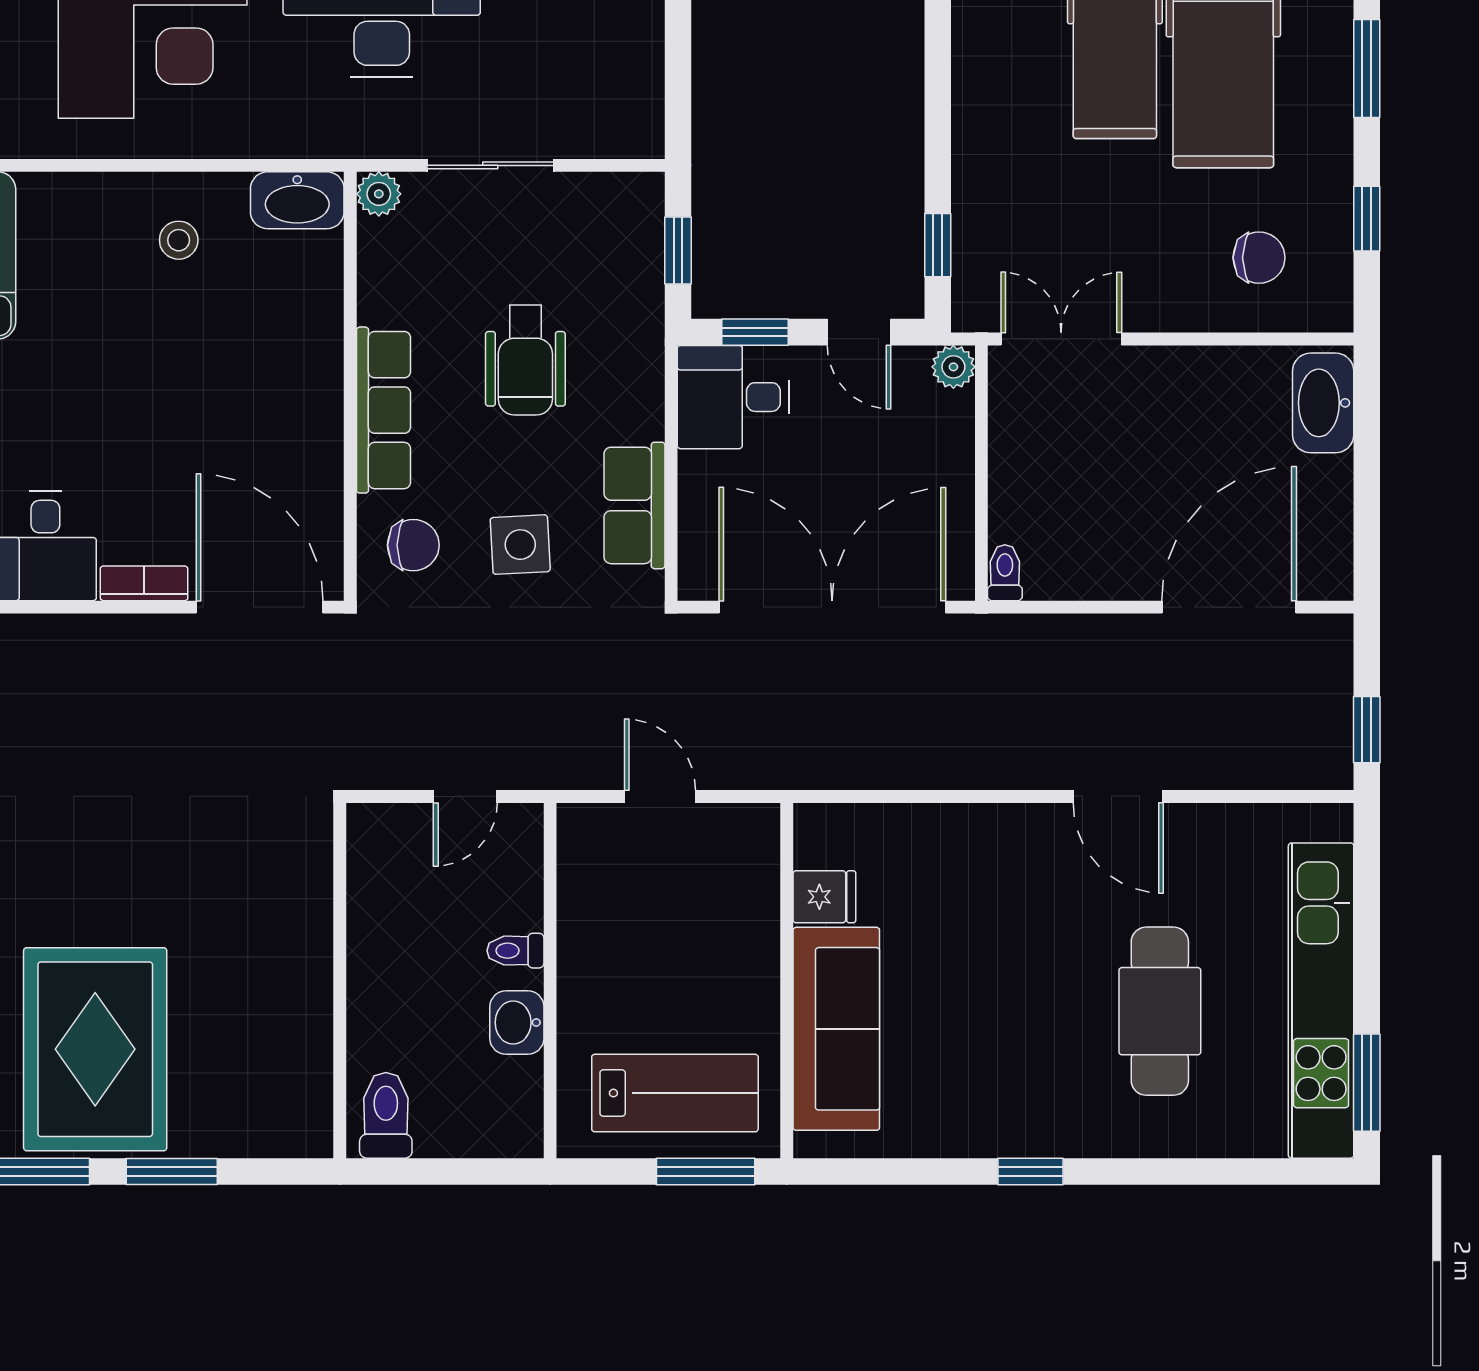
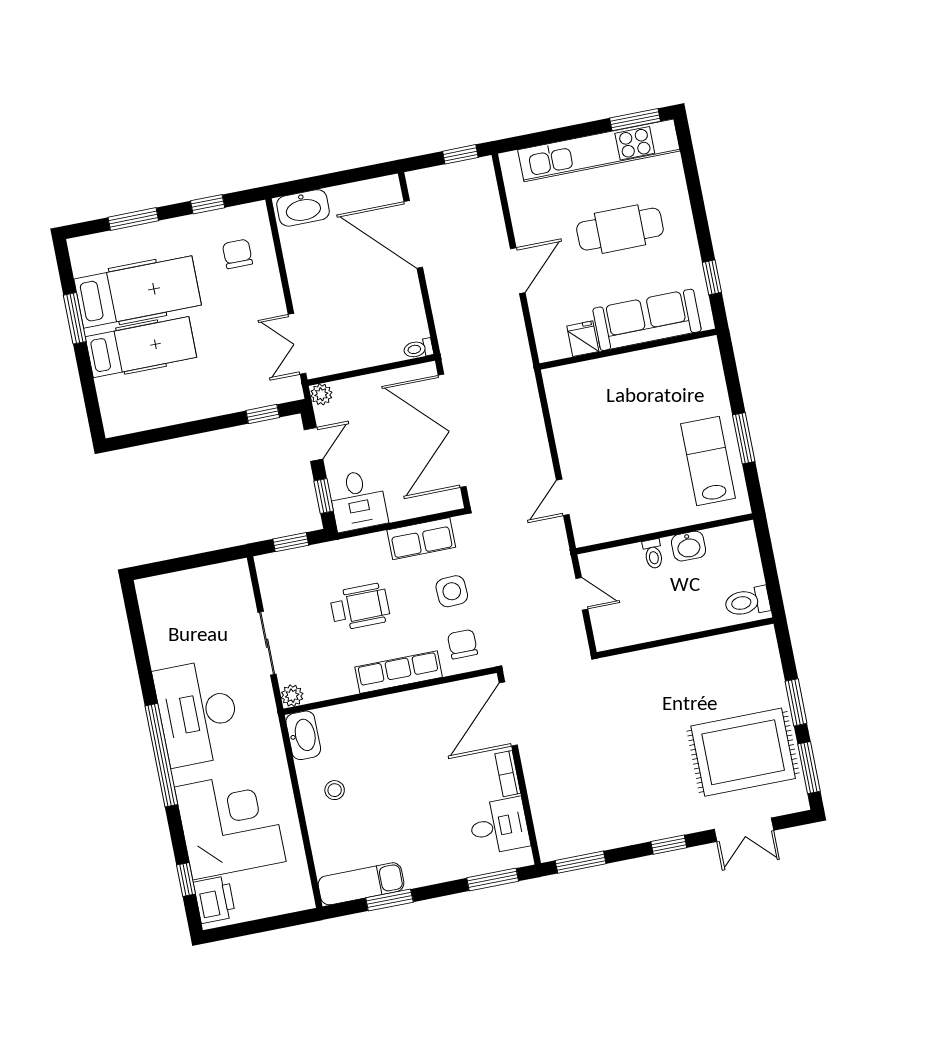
fridge: (824, 897) -> (583, 339), moved
wall: (787, 981) -> (628, 349), moved
sofa: (836, 1029) -> (647, 320), moved

